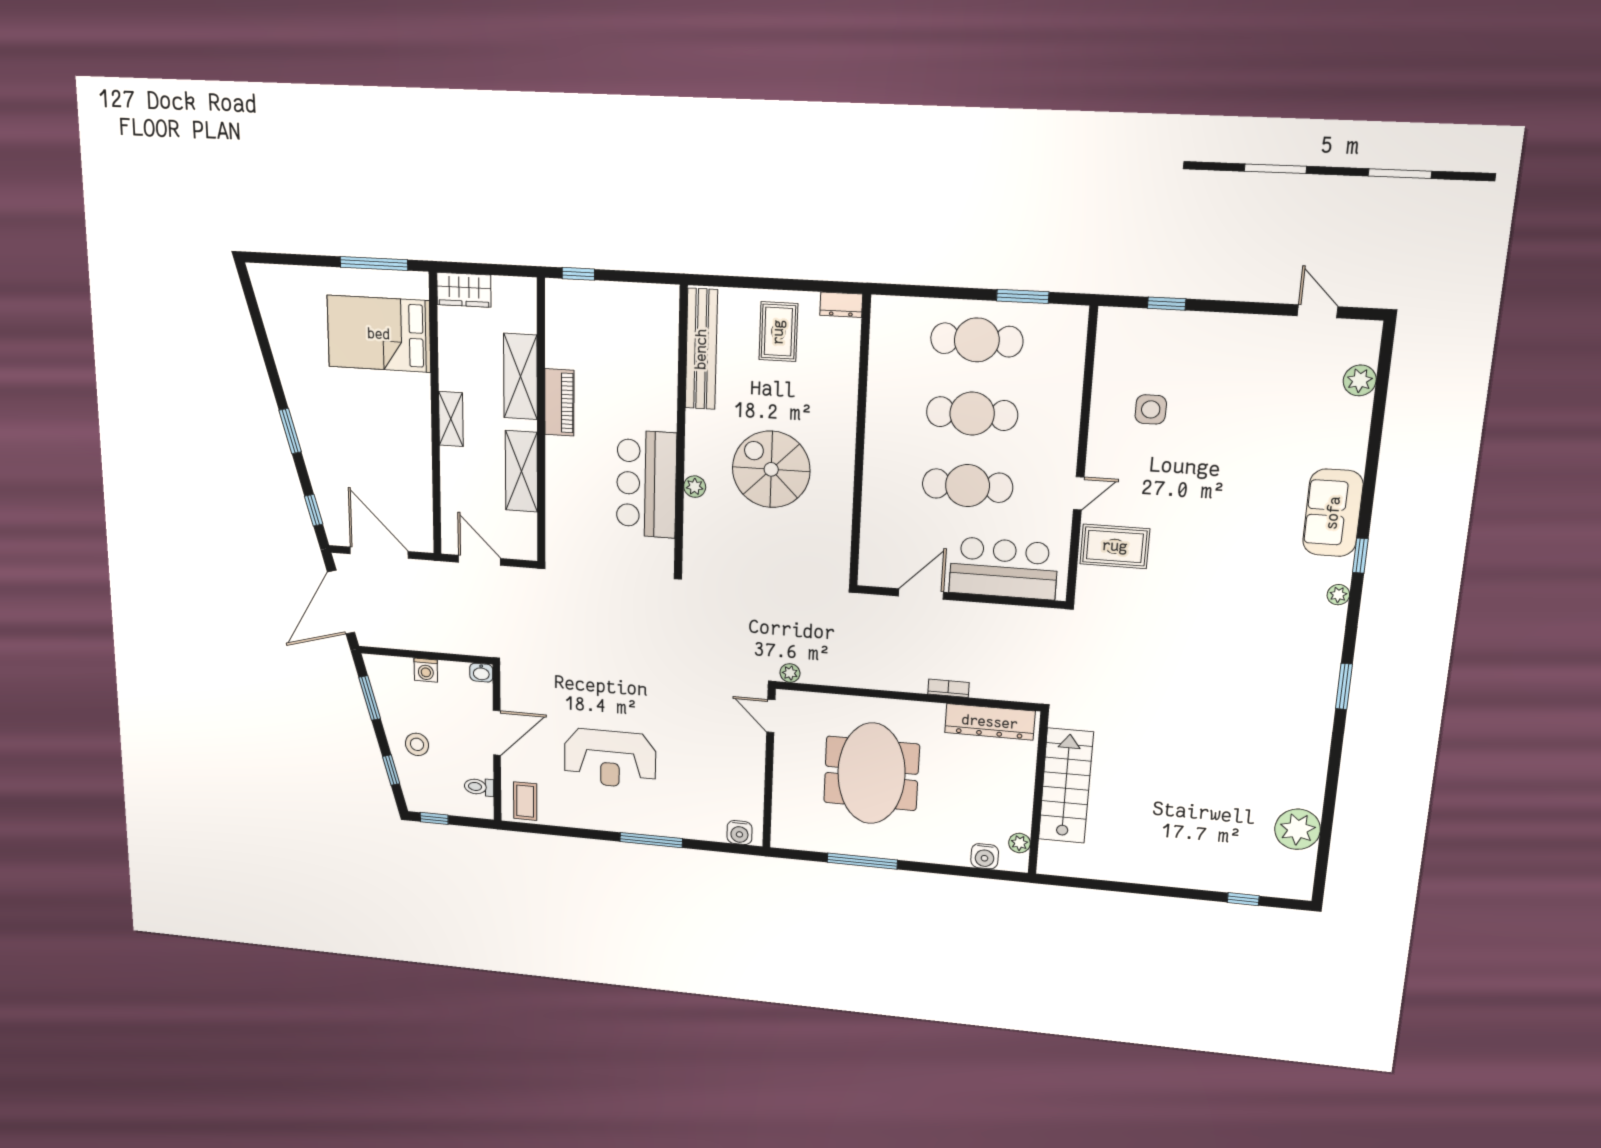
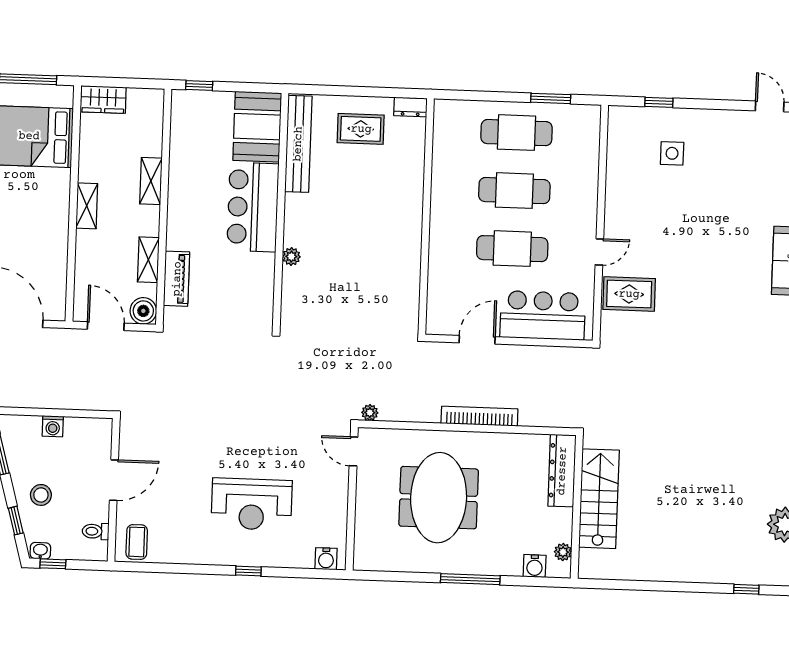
booth: (650, 327) -> (257, 127), added
rug: (778, 332) -> (361, 129), turned 90
shelving: (520, 377) -> (151, 181), width x0.67, depth x0.75
piano: (559, 402) -> (177, 279), moved
side table: (1151, 409) -> (672, 153), moved
spiral stairs: (771, 469) -> (355, 240), removed
shelving: (521, 471) -> (148, 260), width x0.67, depth x0.75
bar counter: (646, 484) -> (253, 207), moved
boiler: (522, 544) -> (143, 311), added
washbasin: (481, 673) -> (40, 551), moved, turned 180
bookcase: (948, 688) -> (479, 416), width x2.31, depth x1.31
dresser: (990, 722) -> (562, 471), moved, turned 90
reception desk: (610, 758) -> (252, 504), moved
window: (651, 840) -> (248, 571), width x0.46
window: (862, 861) -> (470, 579), moved

